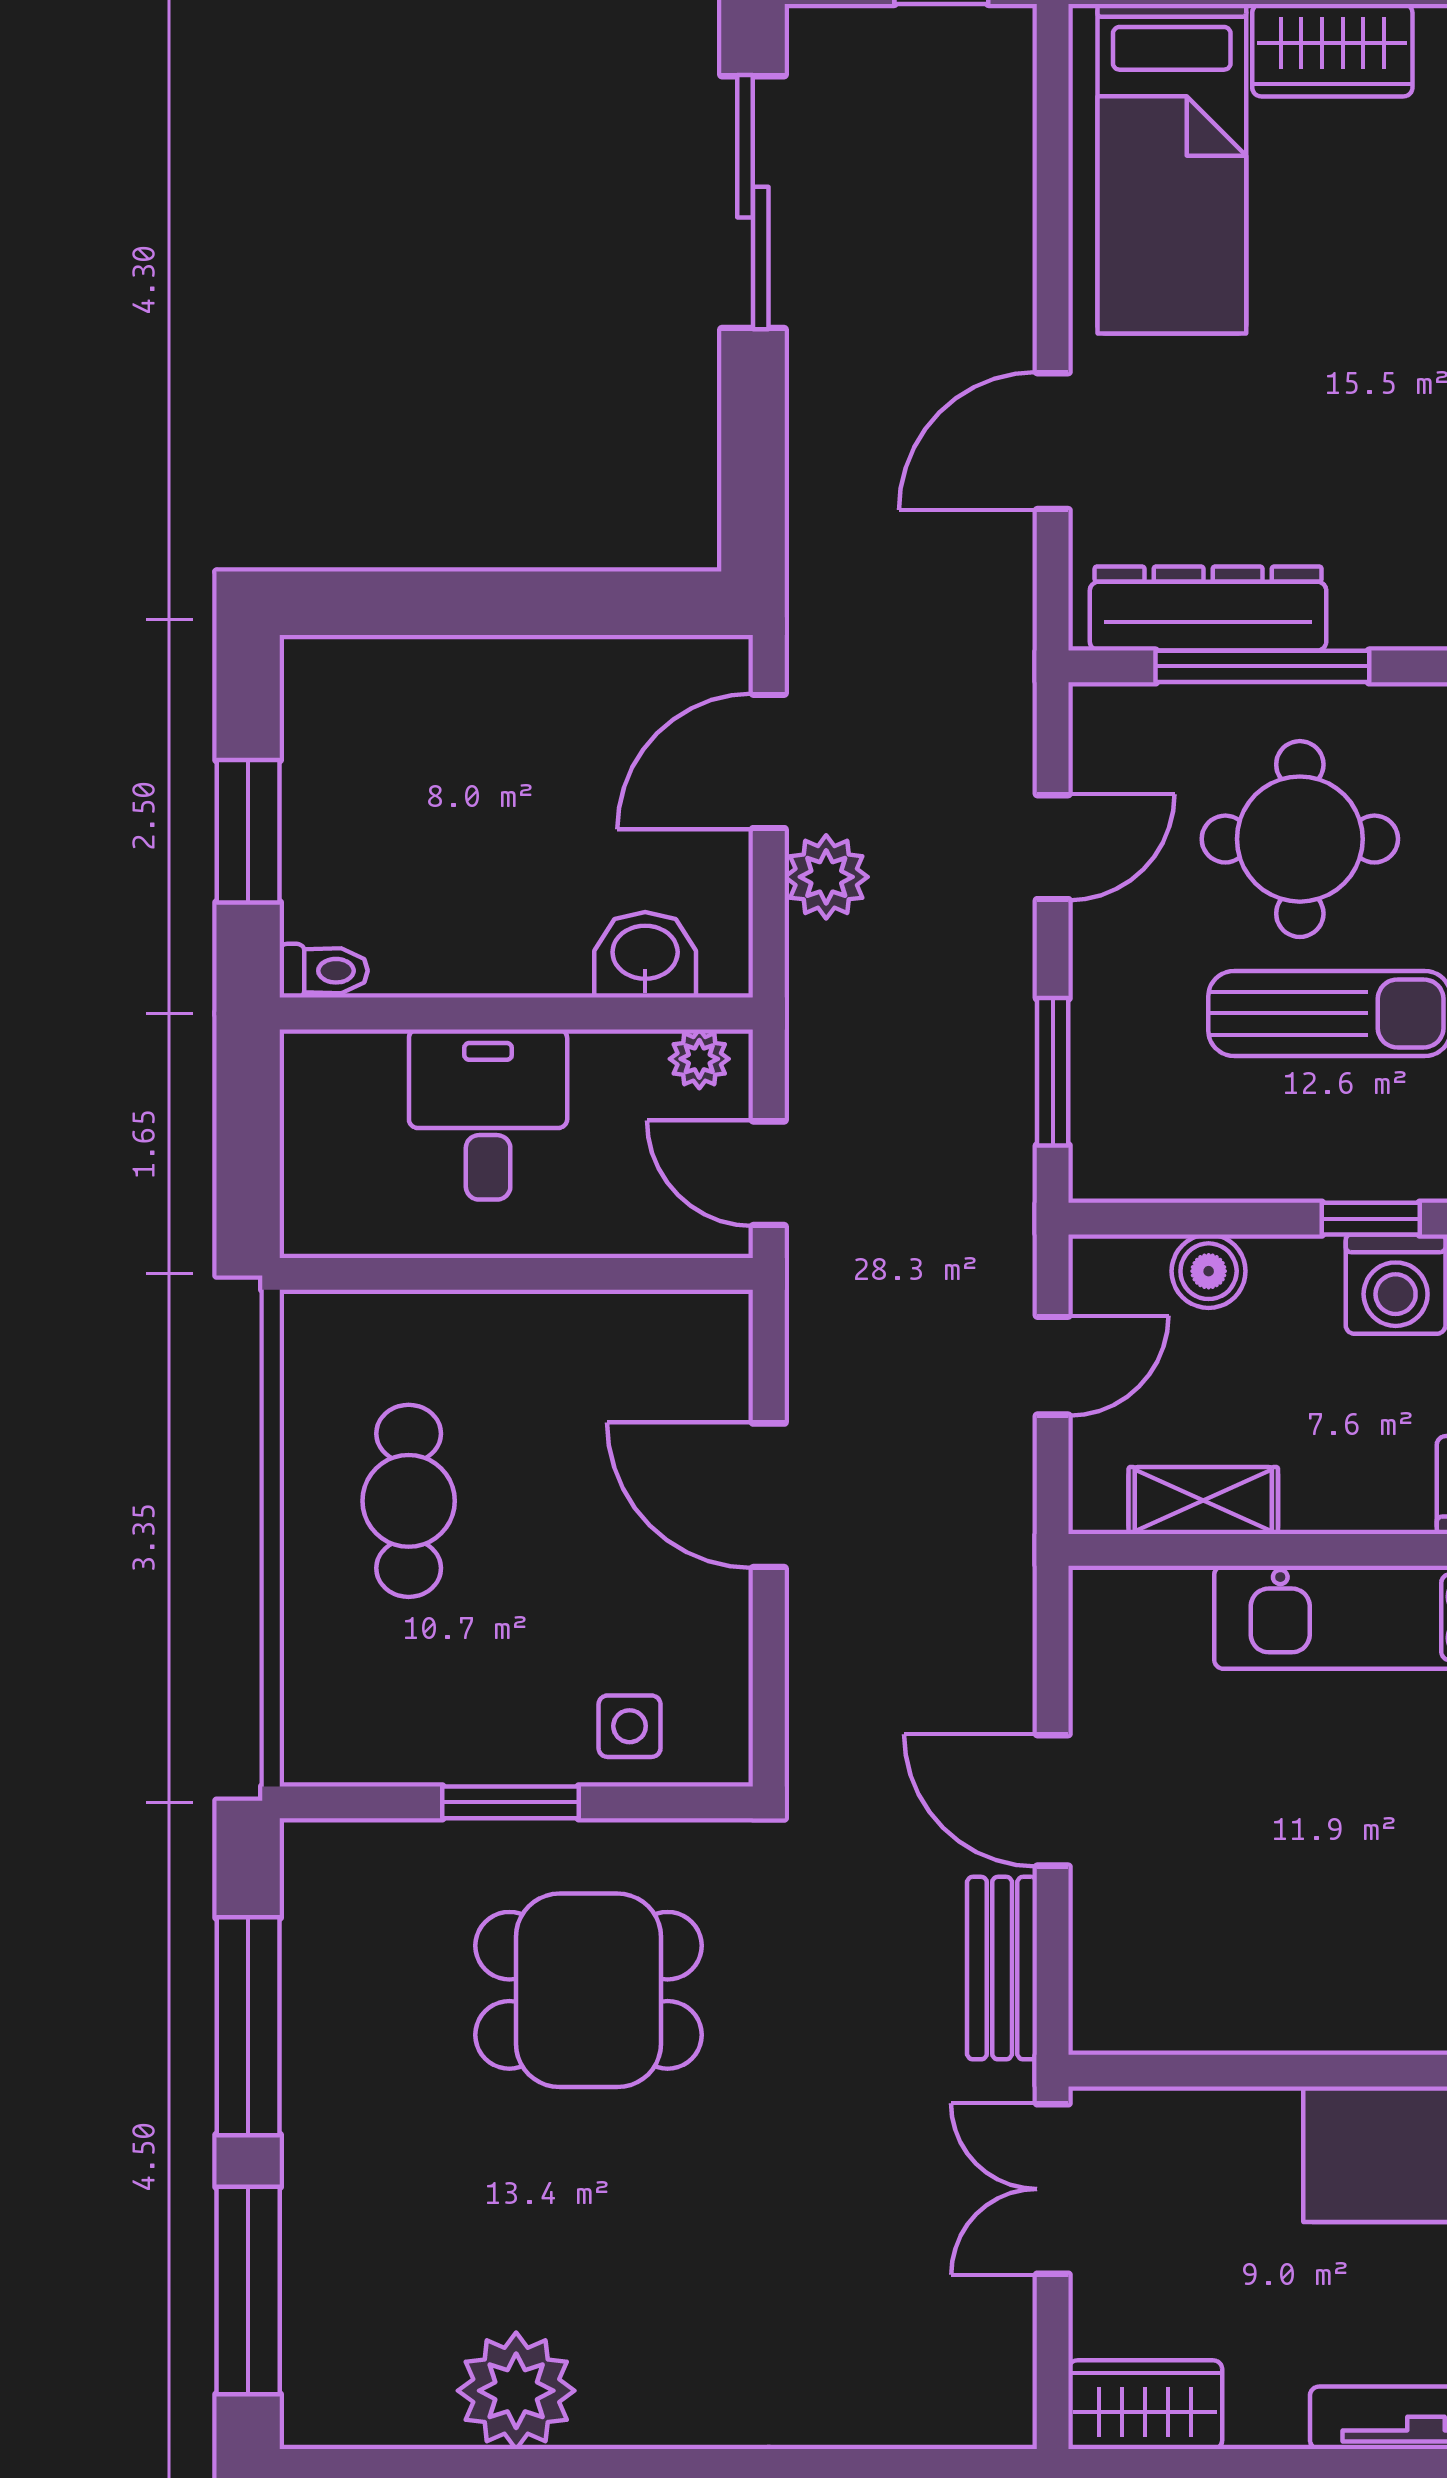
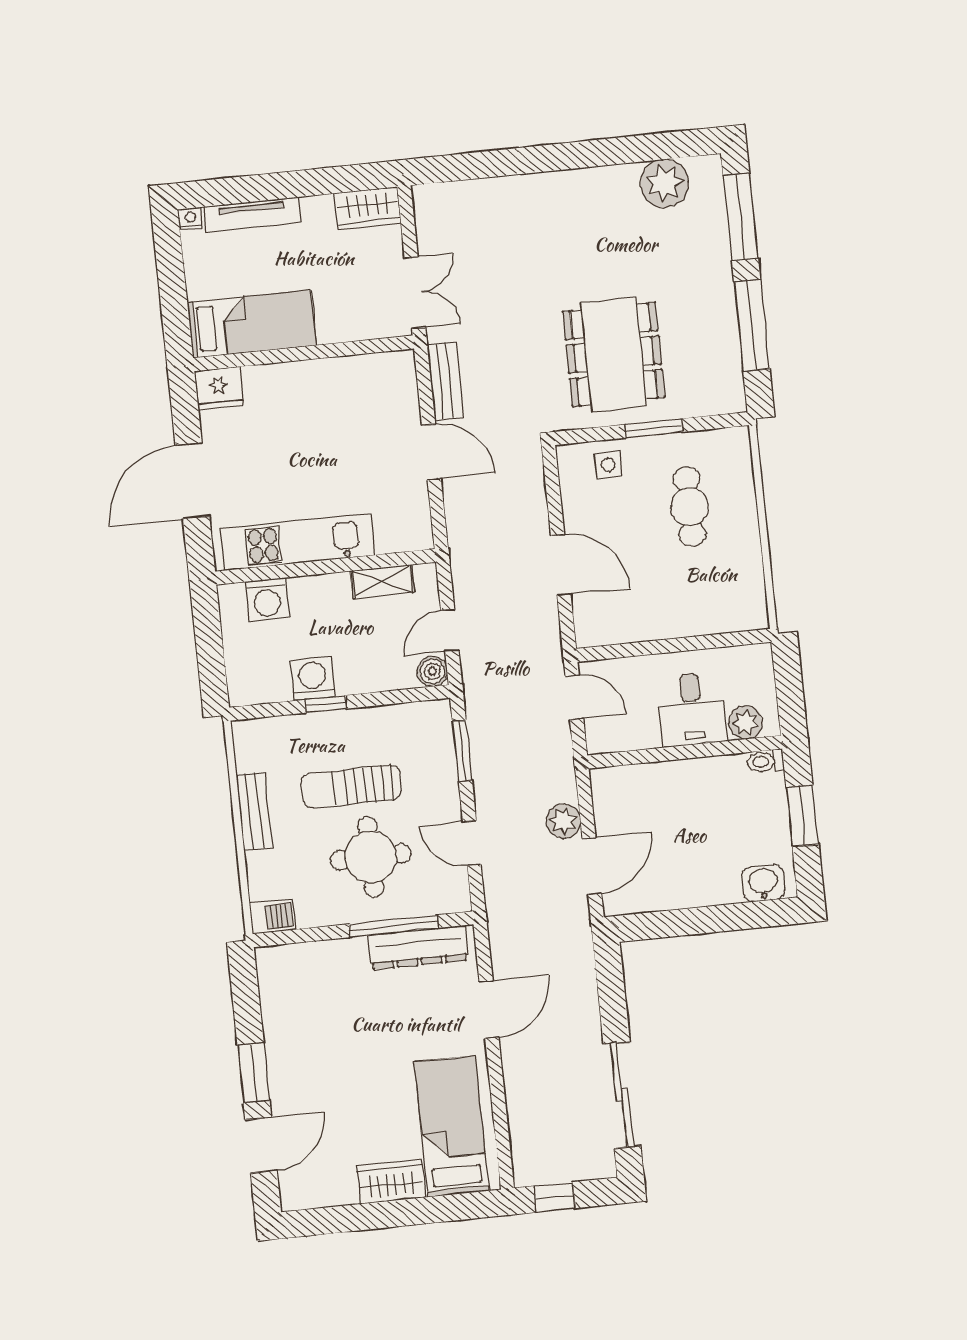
door: (1053, 847) -> (472, 843), hinge flipped
washbasin: (645, 955) -> (763, 883), moved, turned 180
plant: (699, 1059) -> (746, 722), moved, width x1.38, depth x1.38
boiler: (1209, 1271) -> (432, 671), moved
cafe table: (409, 1501) -> (689, 507), moved
dining table: (588, 1990) -> (614, 355), width x1.38
plant: (516, 2391) -> (665, 183), moved

